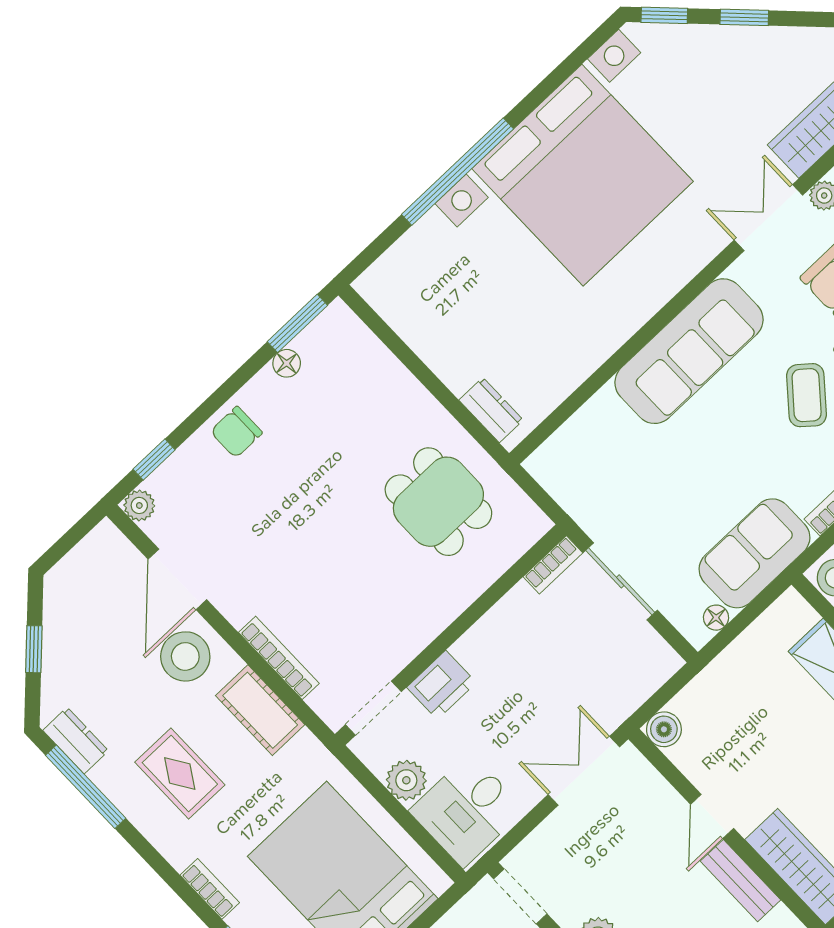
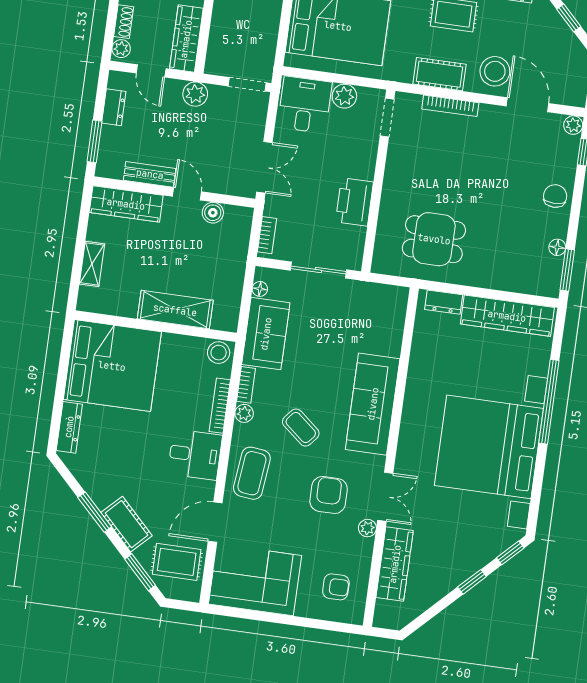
wardrobe: (422, 326) -> (507, 316), added
bookcase: (553, 565) -> (267, 235), moved, turned 180
printer: (442, 685) -> (354, 202), moved, width x1.37, depth x1.19
boiler: (664, 729) -> (213, 213), moved

